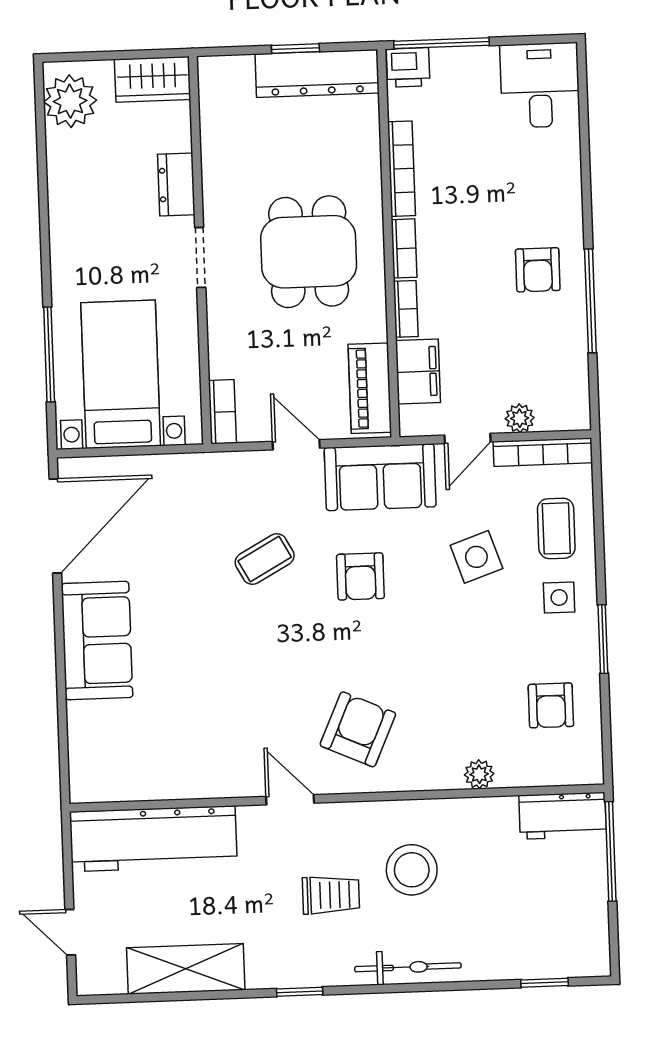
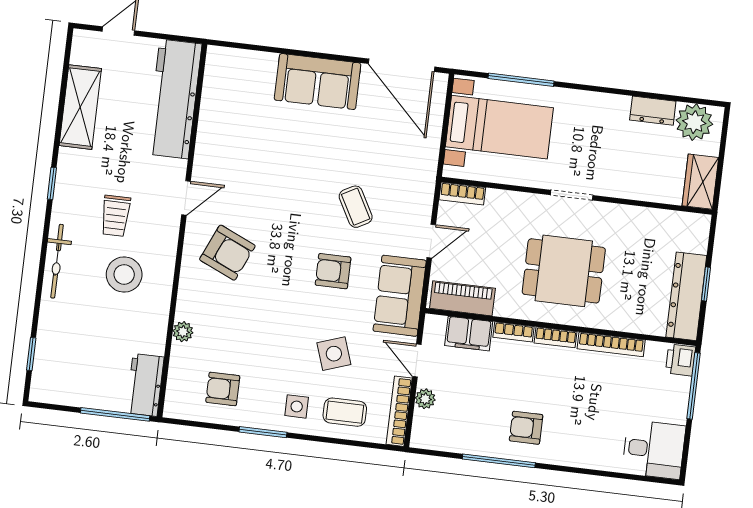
dresser: (176, 185) -> (653, 111), moved, turned 180

